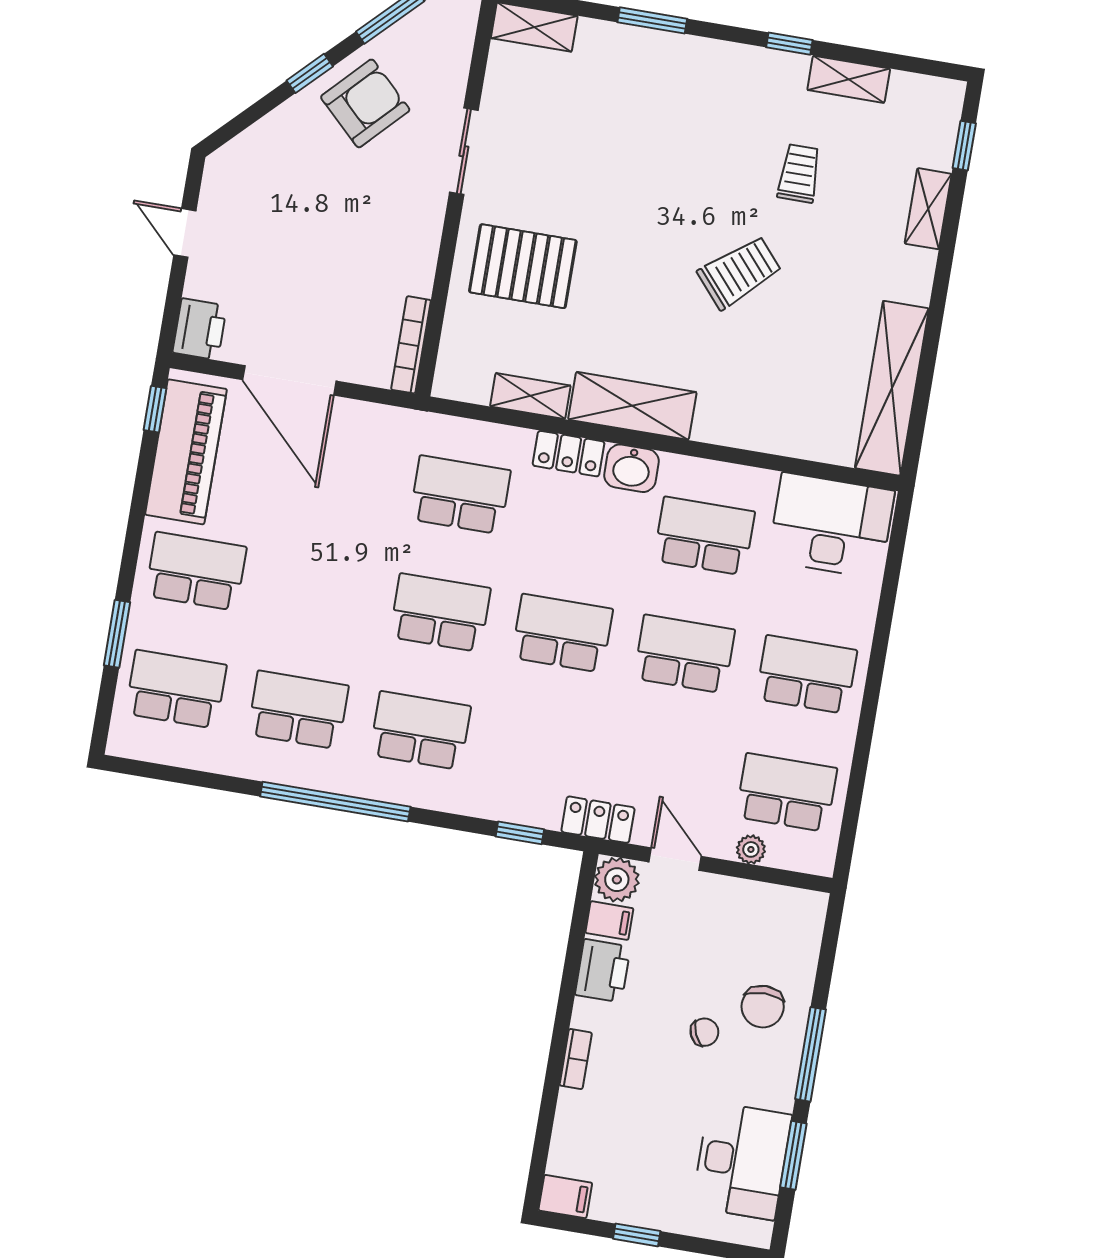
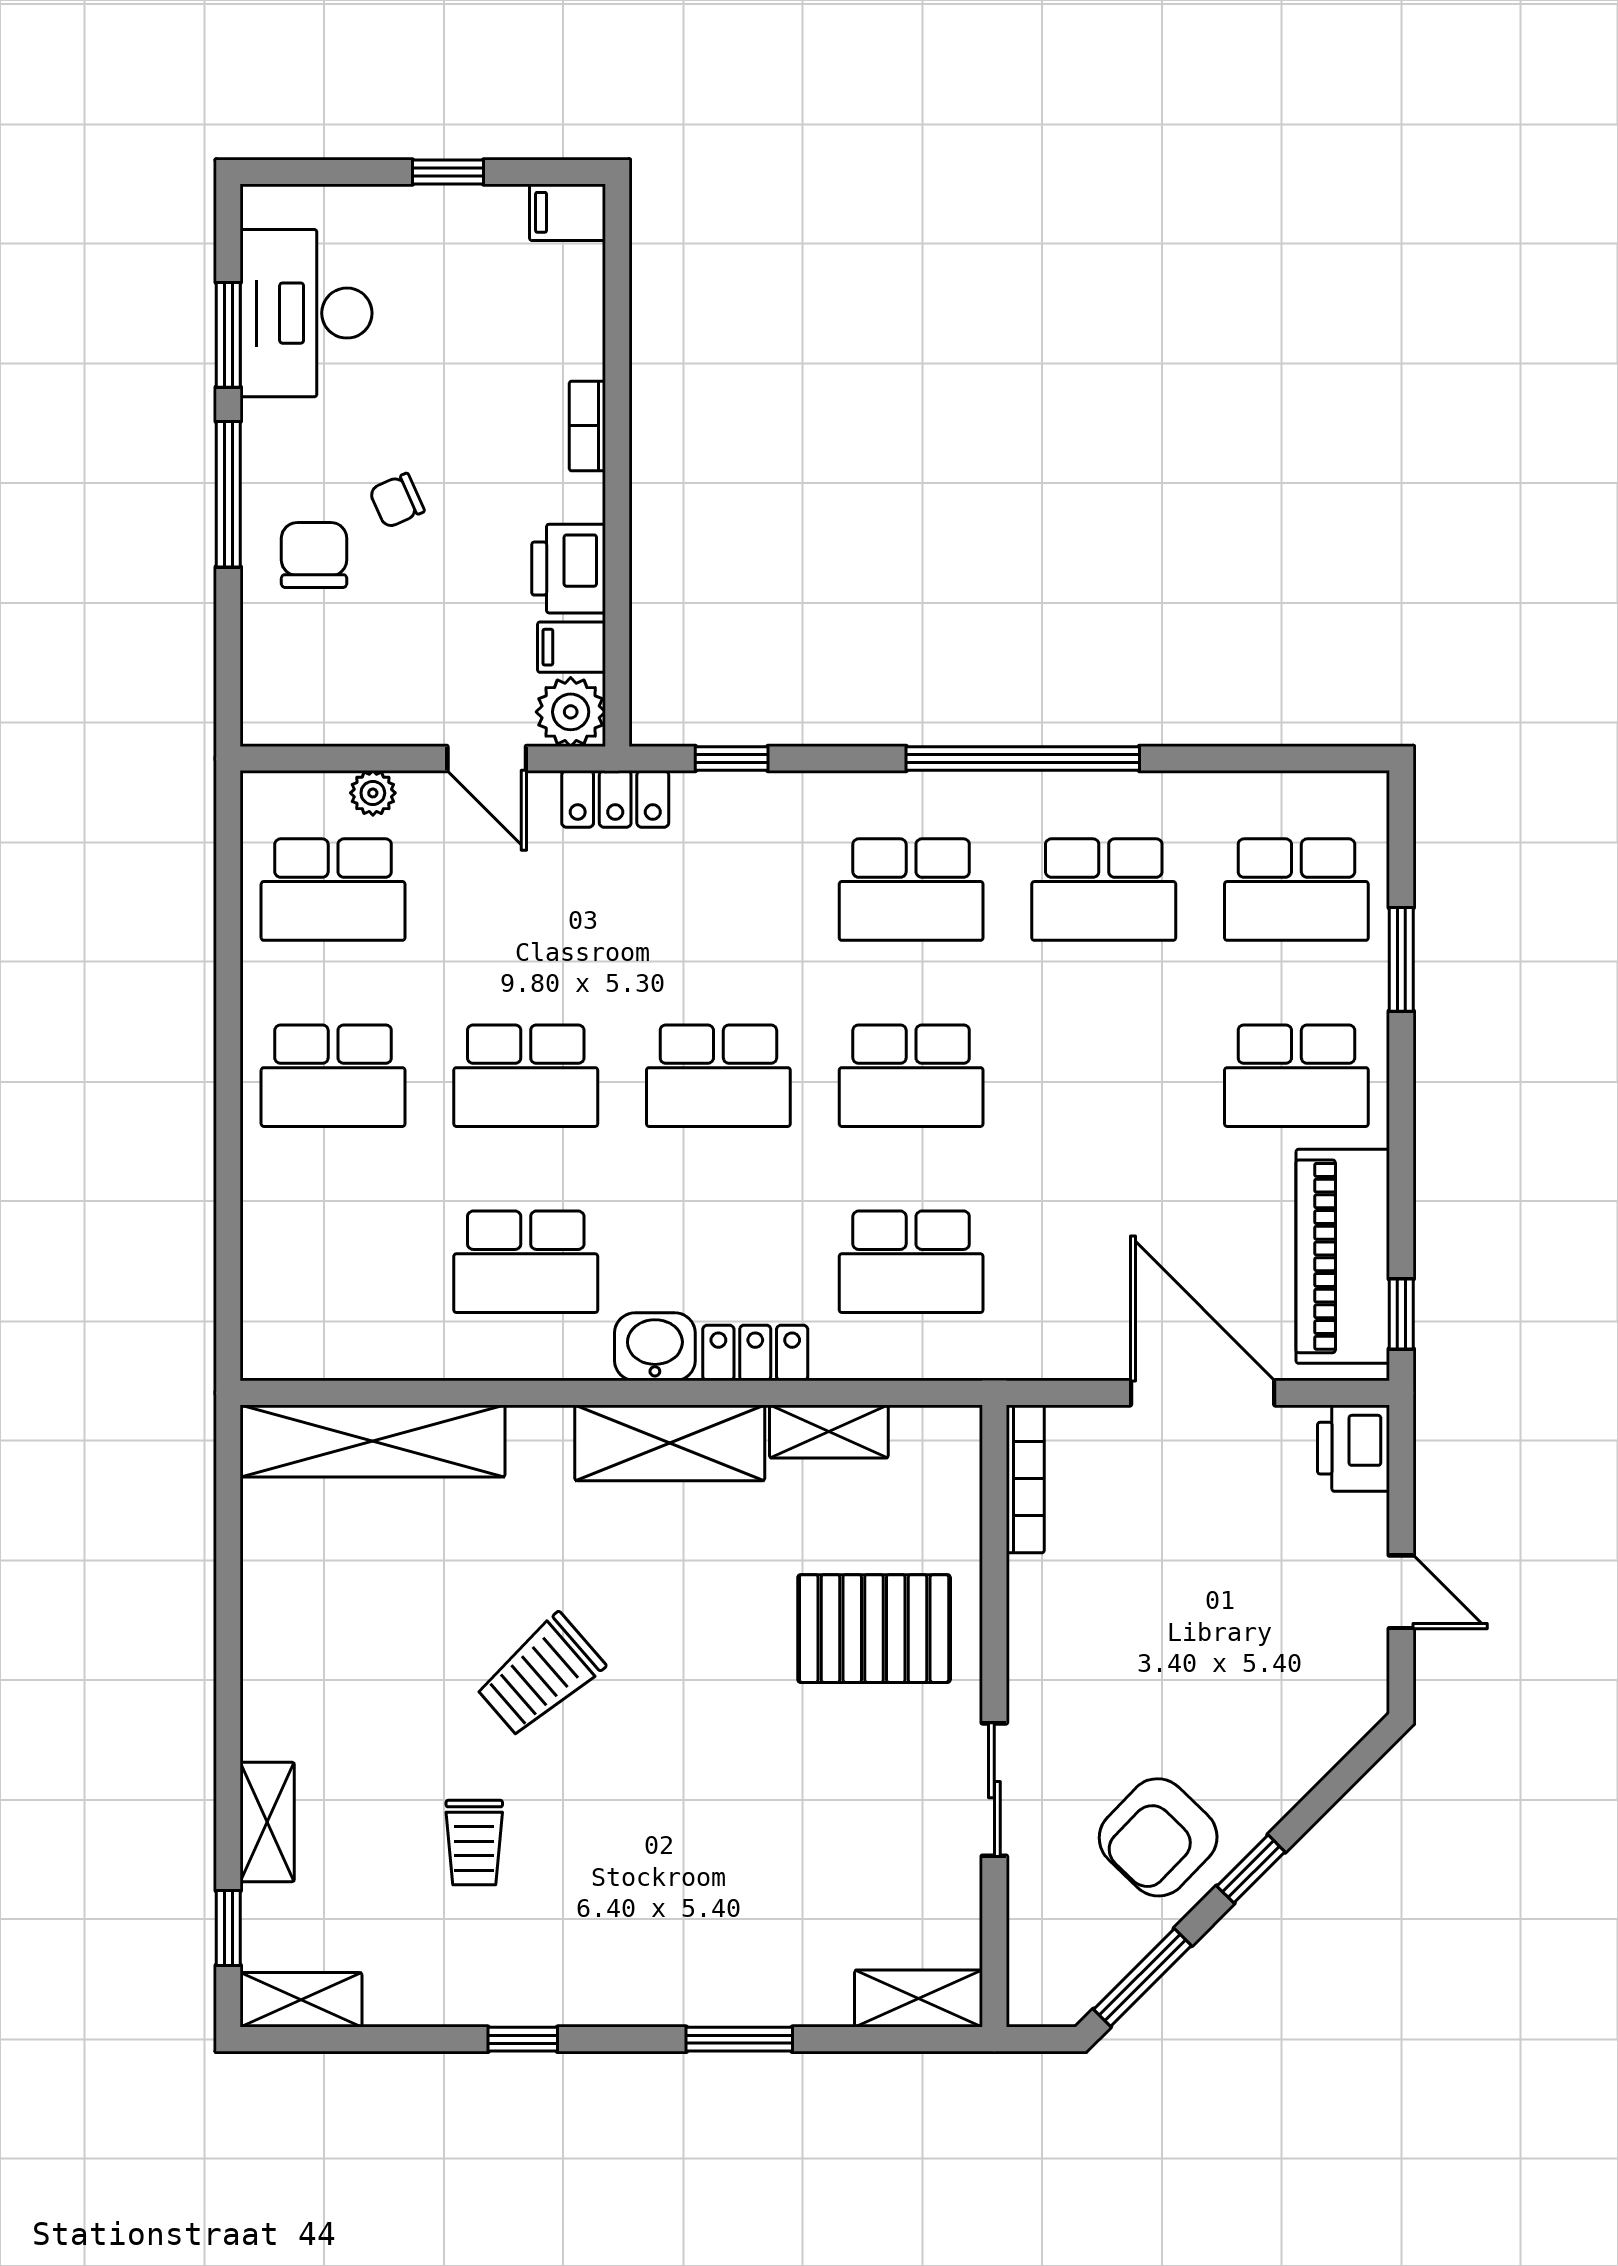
shelving: (849, 79) -> (301, 2000), moved
shelving: (892, 388) -> (373, 1441), moved, turned 90
desk: (831, 526) -> (334, 1311), removed

